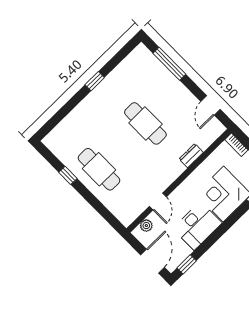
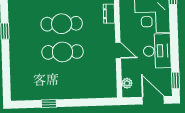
cafe table: (99, 169) -> (62, 52), moved
door: (158, 202) -> (118, 50), moved

